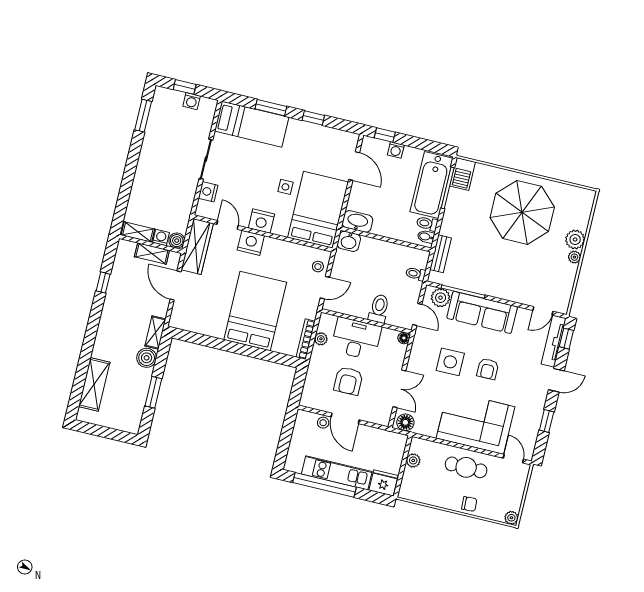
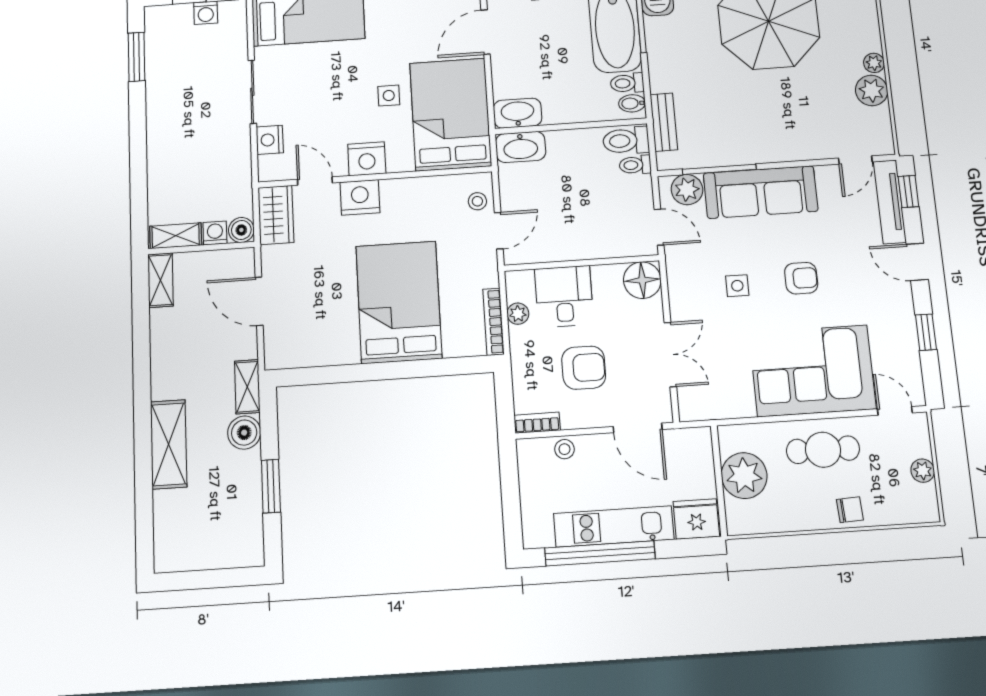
door: (354, 166) -> (486, 32), swing flipped
plant: (575, 240) -> (872, 90), moved
washbasin: (349, 241) -> (521, 147), width x1.38
wardrobe: (197, 247) -> (276, 215), width x0.67
shelving: (152, 253) -> (161, 280), moved, turned 90
window: (103, 282) -> (141, 332), removed
toilet: (379, 308) -> (626, 141), moved, turned -90
floor lamp: (404, 338) -> (642, 280), width x1.89, depth x1.89
desk: (356, 339) -> (564, 296), width x0.73
side table: (450, 362) -> (737, 286), width x0.54, depth x0.54
armchair: (488, 369) -> (801, 278), turned -90
door: (556, 380) -> (917, 262), swing flipped
armchair: (348, 381) -> (584, 368), turned -90
shelving: (94, 384) -> (169, 444), moved
bookcase: (312, 403) -> (537, 423), added
door: (345, 418) -> (638, 428), moved
floor lamp: (405, 422) -> (699, 406), removed
plant: (413, 460) -> (744, 476), width x1.88, depth x1.88
plant: (511, 518) -> (923, 471), moved

